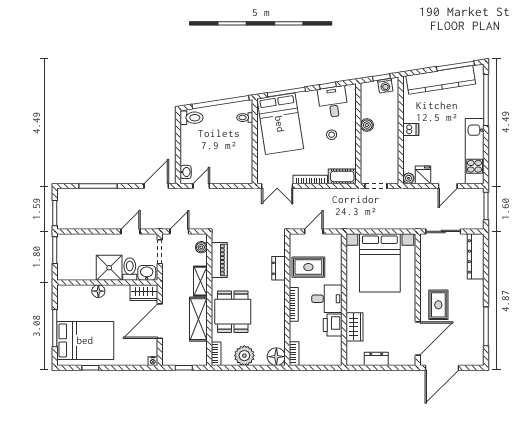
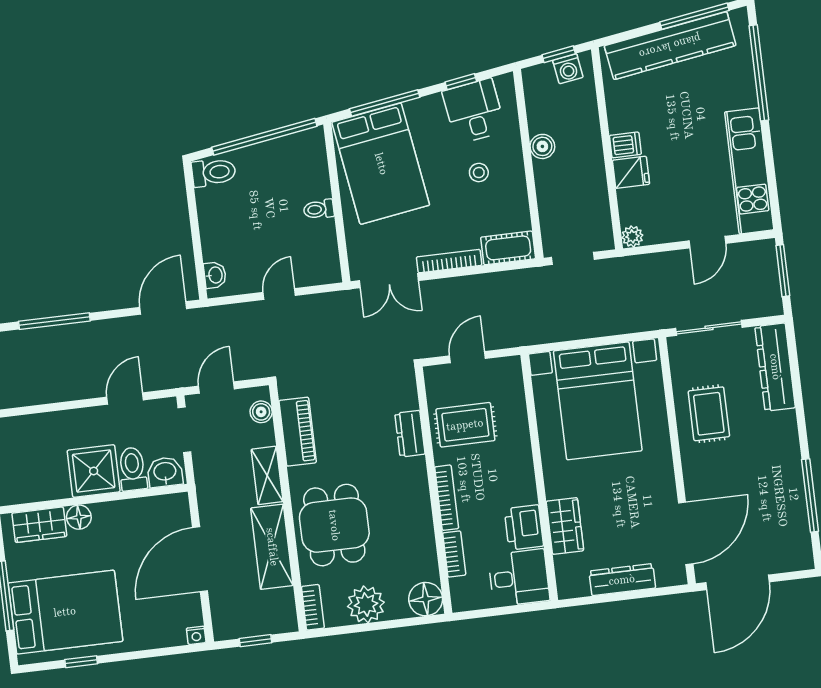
toilet: (245, 118) -> (319, 209), moved
fridge: (423, 175) -> (631, 172), moved, turned 90
door: (201, 186) -> (279, 294), moved
wardrobe: (144, 293) -> (39, 525), moved
desk: (327, 299) -> (519, 578), moved
rug: (438, 305) -> (709, 414), moved
bookcase: (294, 354) -> (454, 554), moved
dresser: (376, 359) -> (622, 580), width x1.44

